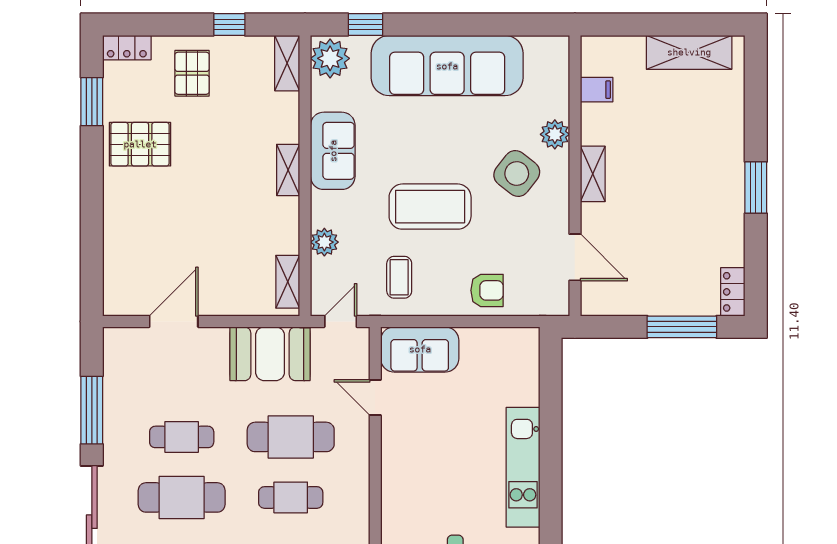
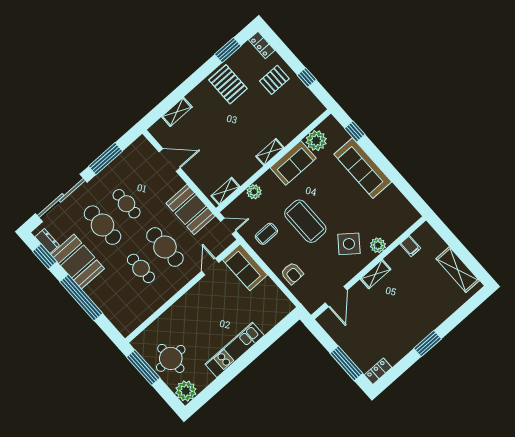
plant: (330, 58) -> (316, 141), moved
shelving: (287, 63) -> (177, 112), moved
sofa: (447, 66) -> (363, 168), width x0.74, depth x0.79

